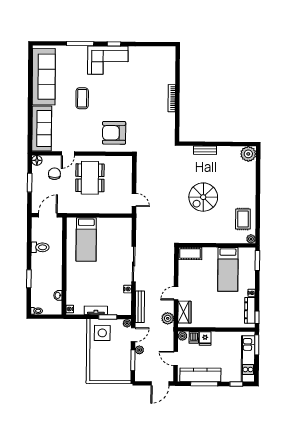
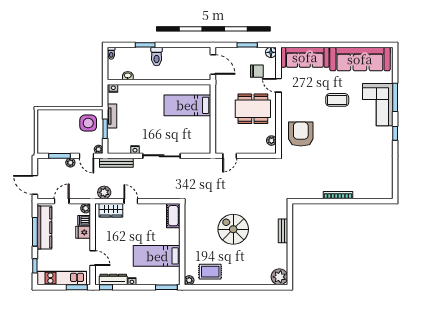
corner sofa: (108, 60) -> (378, 105), moved
plant: (120, 160) -> (271, 141), added
toilet: (40, 247) -> (157, 56), moved
door: (229, 330) -> (93, 258), added

